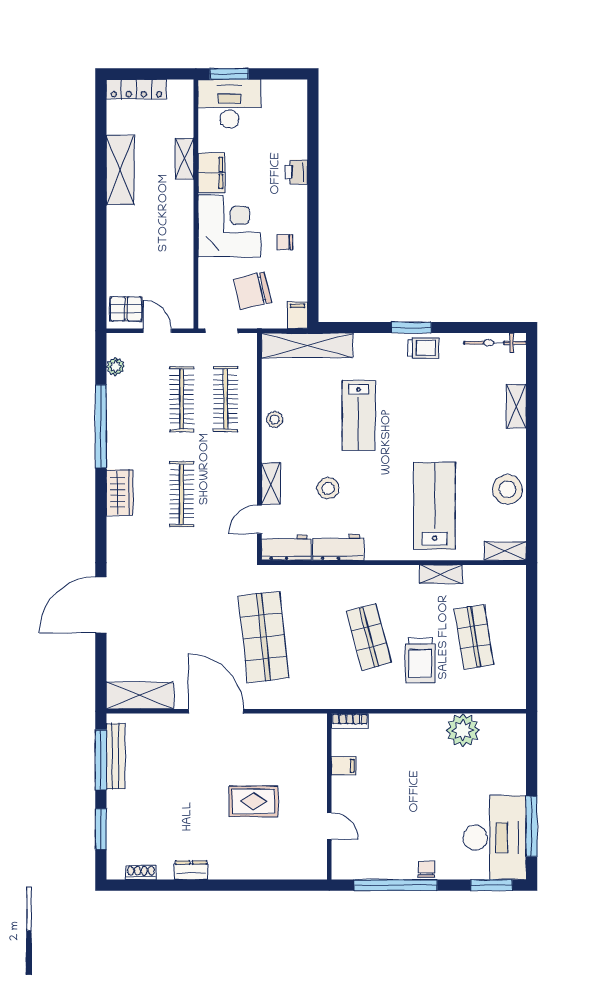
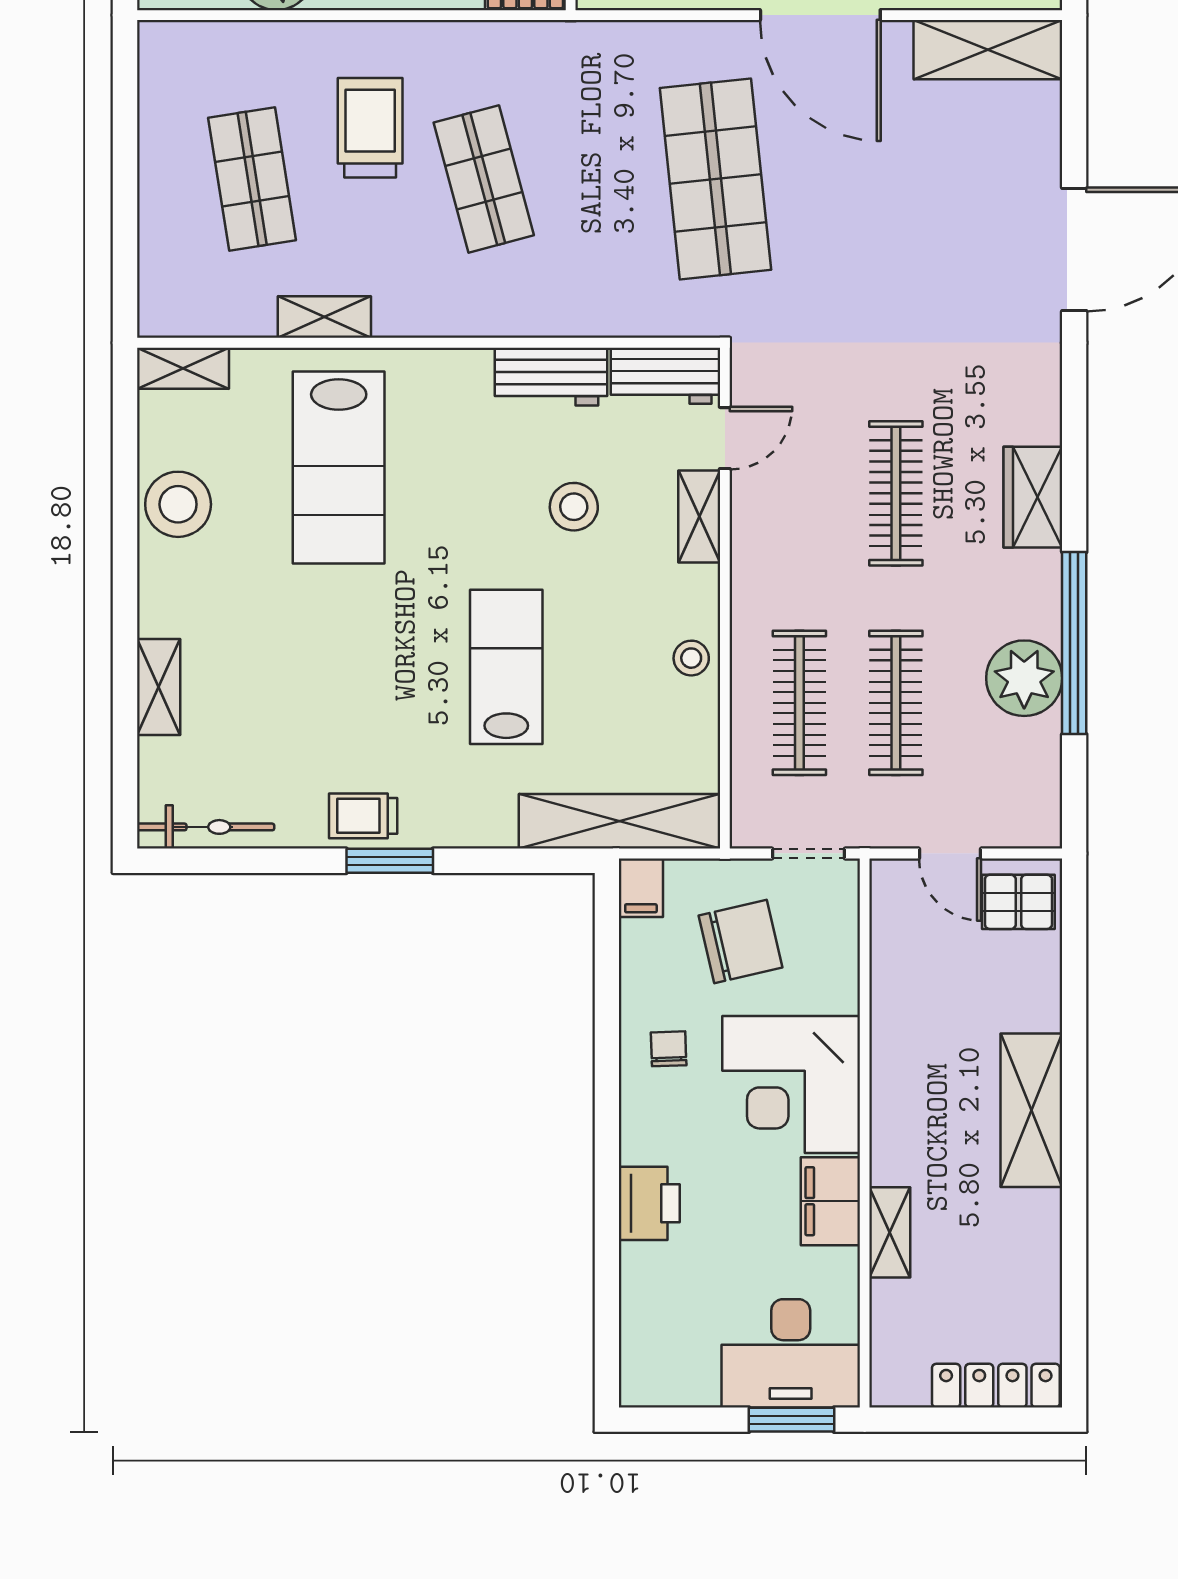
shelving: (120, 170) -> (1031, 1110), moved
printer: (296, 172) -> (649, 1203), width x1.36, depth x1.24
chair: (285, 242) -> (669, 1049), turned -92
plant: (115, 367) -> (1024, 678), moved, width x1.87, depth x1.87

